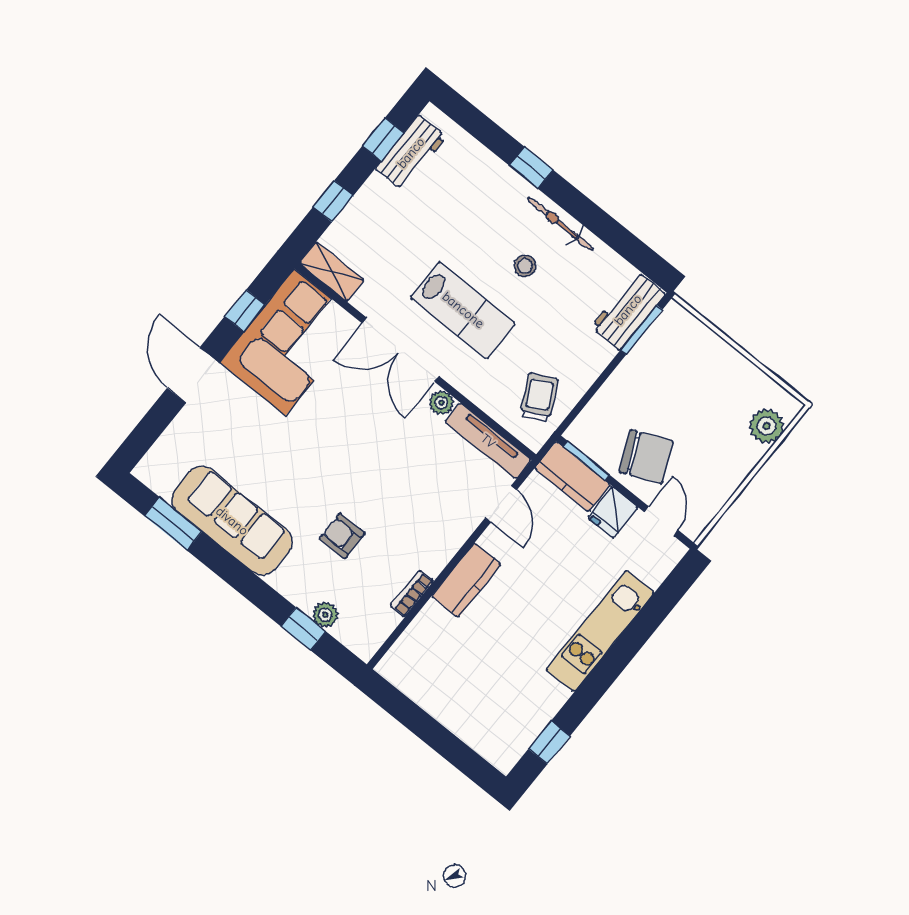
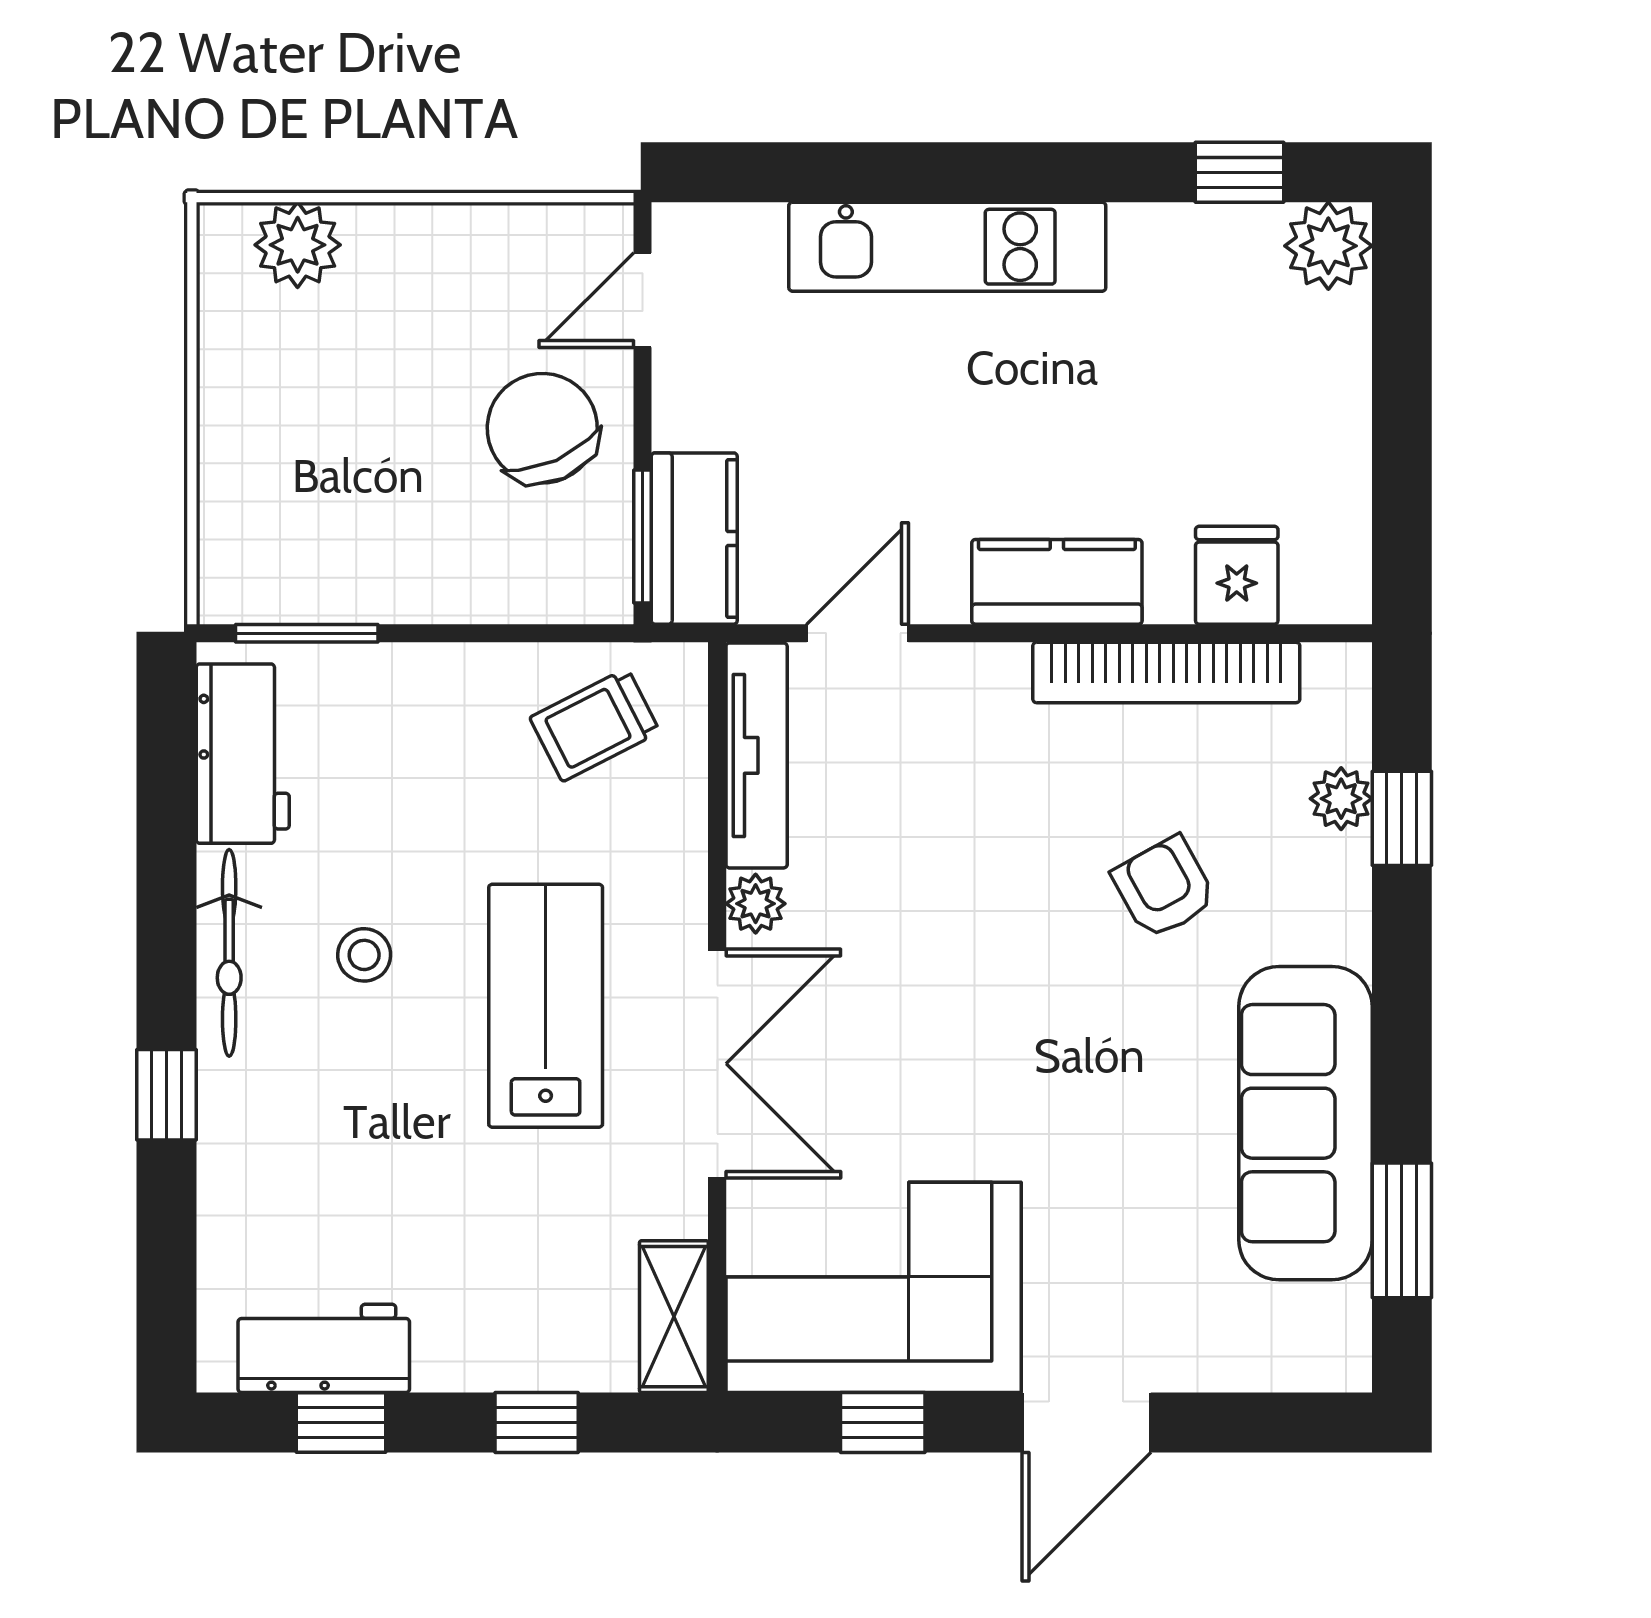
workbench: (628, 310) -> (243, 754), moved, turned -90
fridge: (613, 512) -> (1237, 575), moved, turned -90
armchair: (342, 536) -> (1164, 888), turned 151
bookcase: (412, 593) -> (1166, 672), width x2.31, depth x1.31
plant: (503, 752) -> (1328, 246), added

